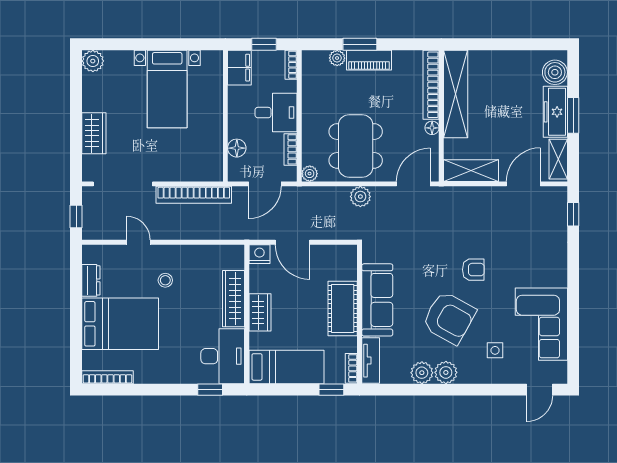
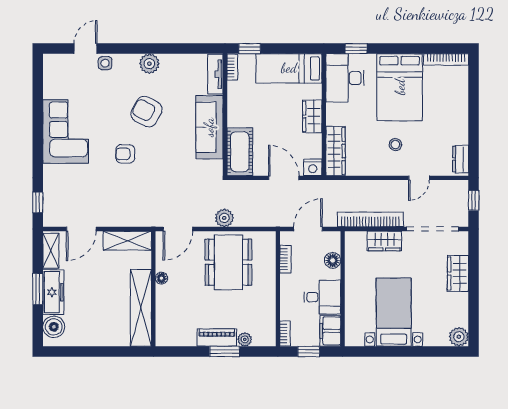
bookcase: (431, 85) -> (162, 316), removed
desk: (276, 113) -> (322, 297), moved, turned 180
wardrobe: (178, 170) -> (384, 241), added
plant: (310, 174) -> (269, 238), removed
door: (138, 242) -> (419, 178), hinge flipped
dresser: (91, 280) -> (461, 159), moved
wardrobe: (233, 299) -> (336, 151), moved
cot: (343, 309) -> (240, 152), moved
armchair: (449, 318) -> (147, 112), width x0.73, depth x0.73
bed: (120, 324) -> (400, 87), moved, turned -90
corner sofa: (541, 324) -> (66, 132), moved
side table: (495, 350) -> (105, 63), moved
plant: (422, 373) -> (170, 63), removed
door: (539, 390) -> (85, 49), moved

